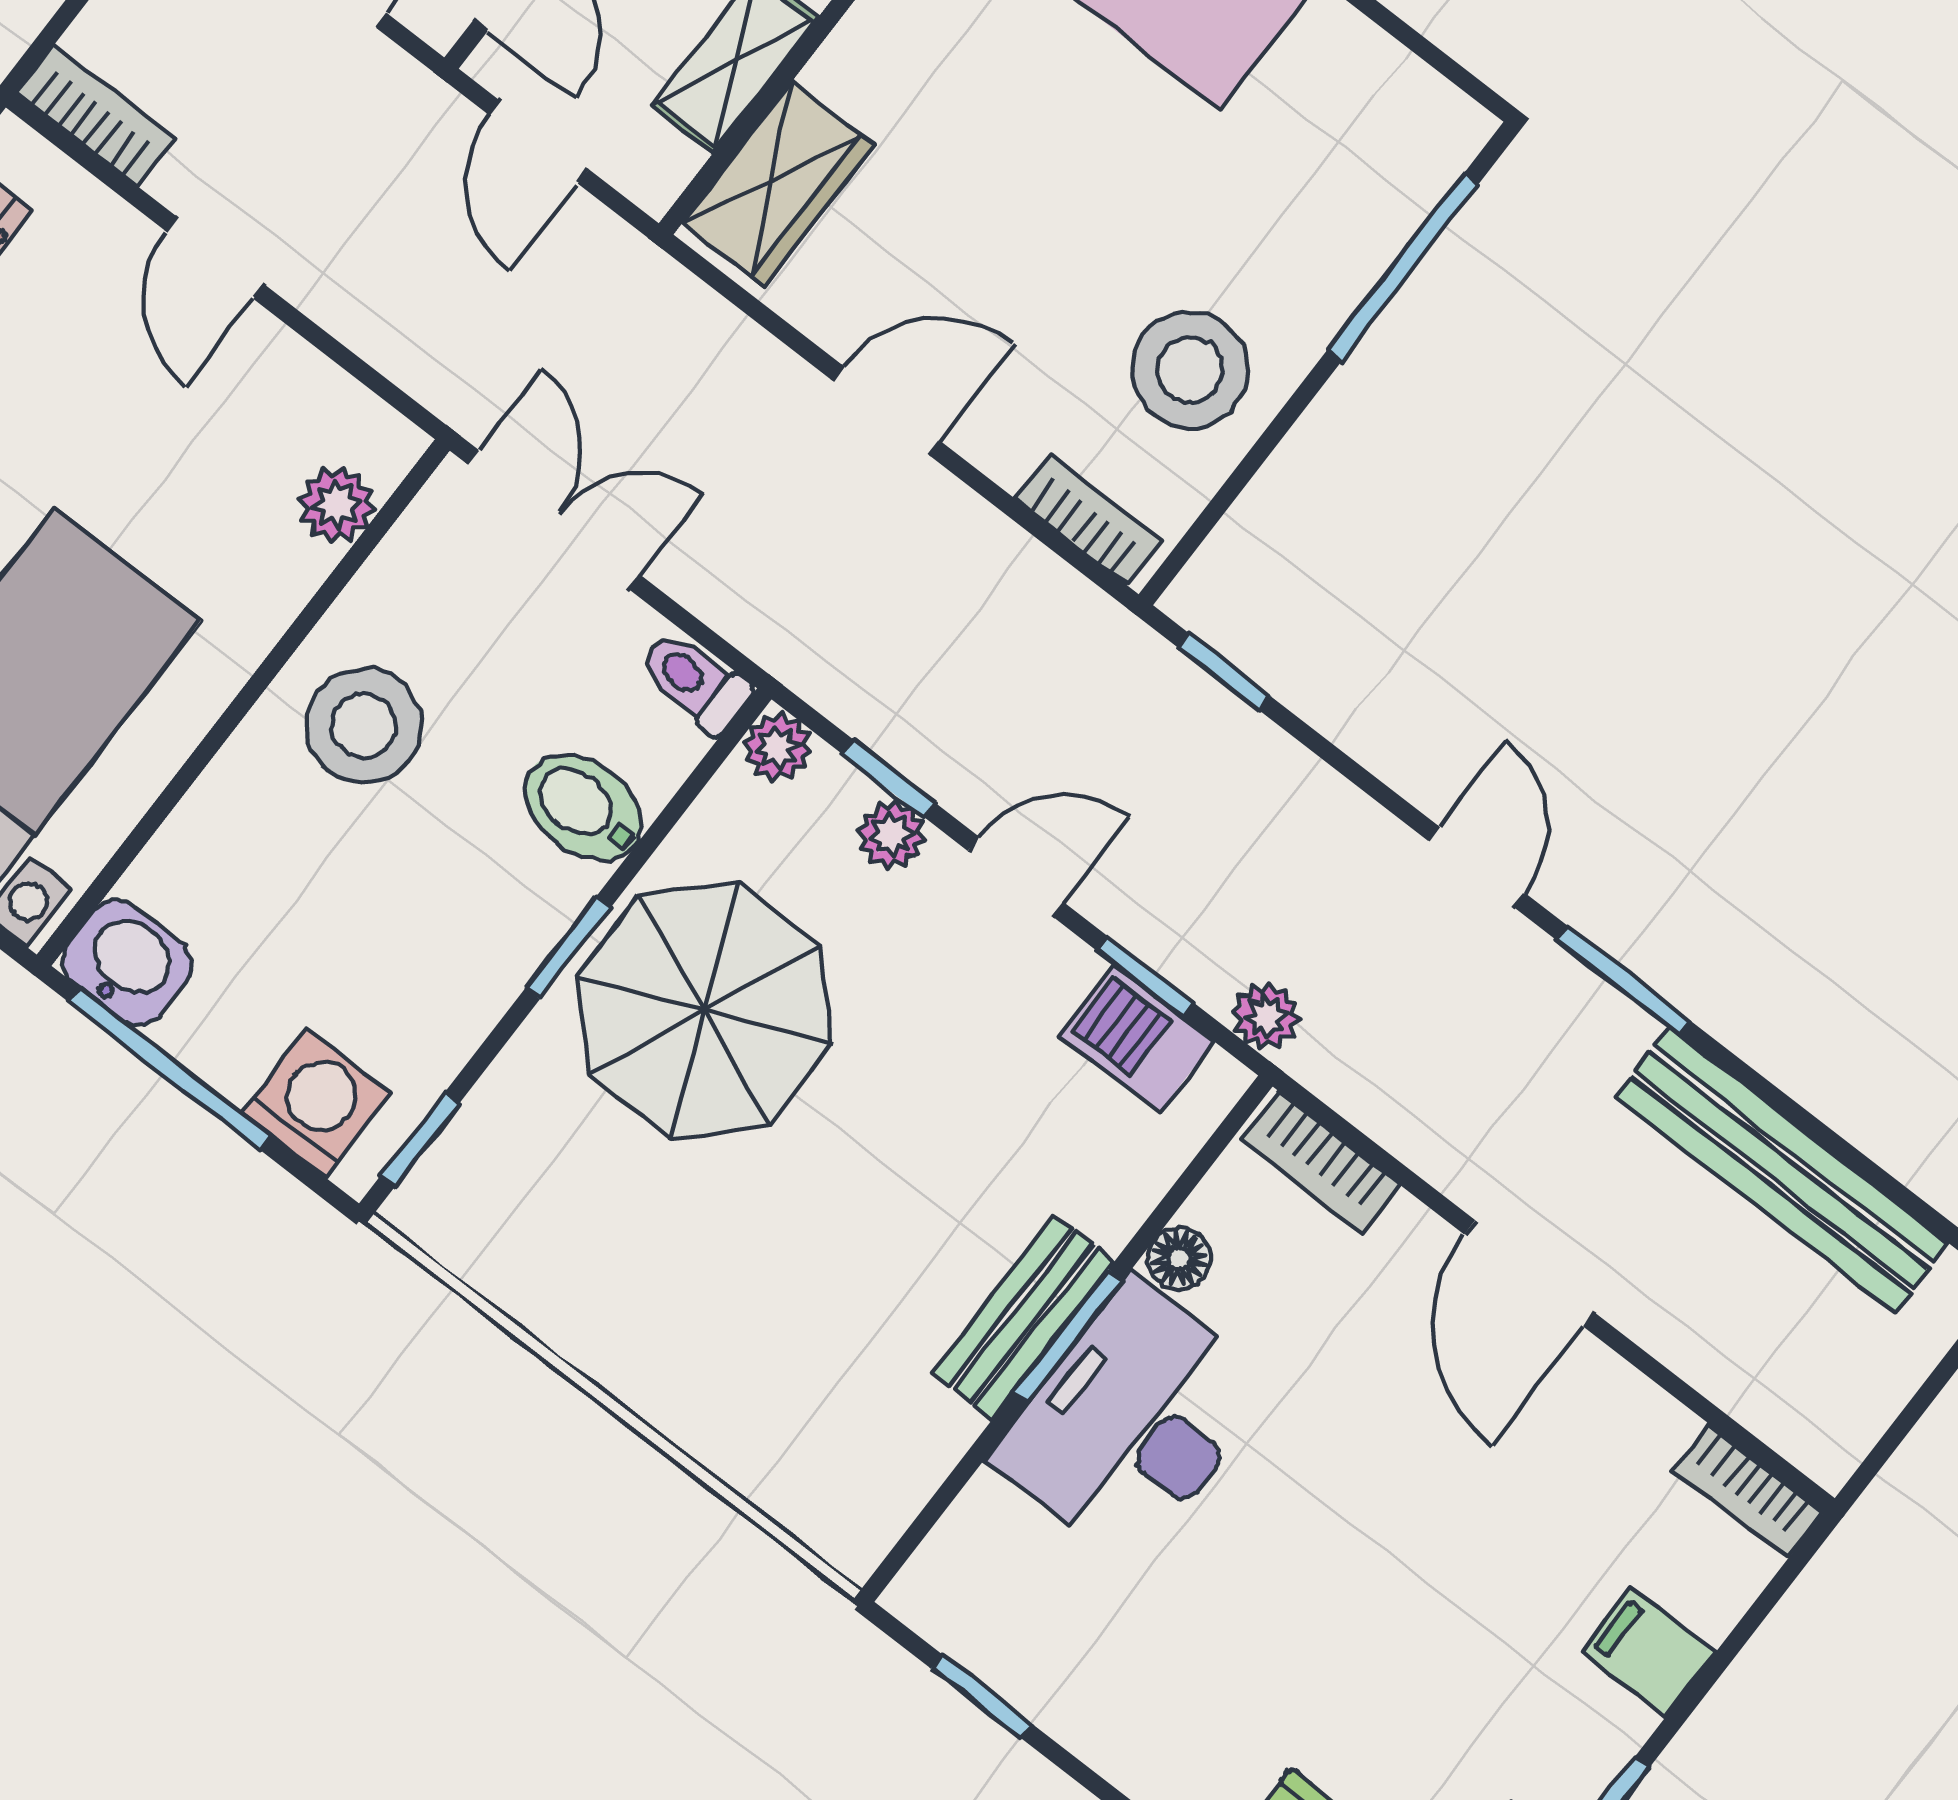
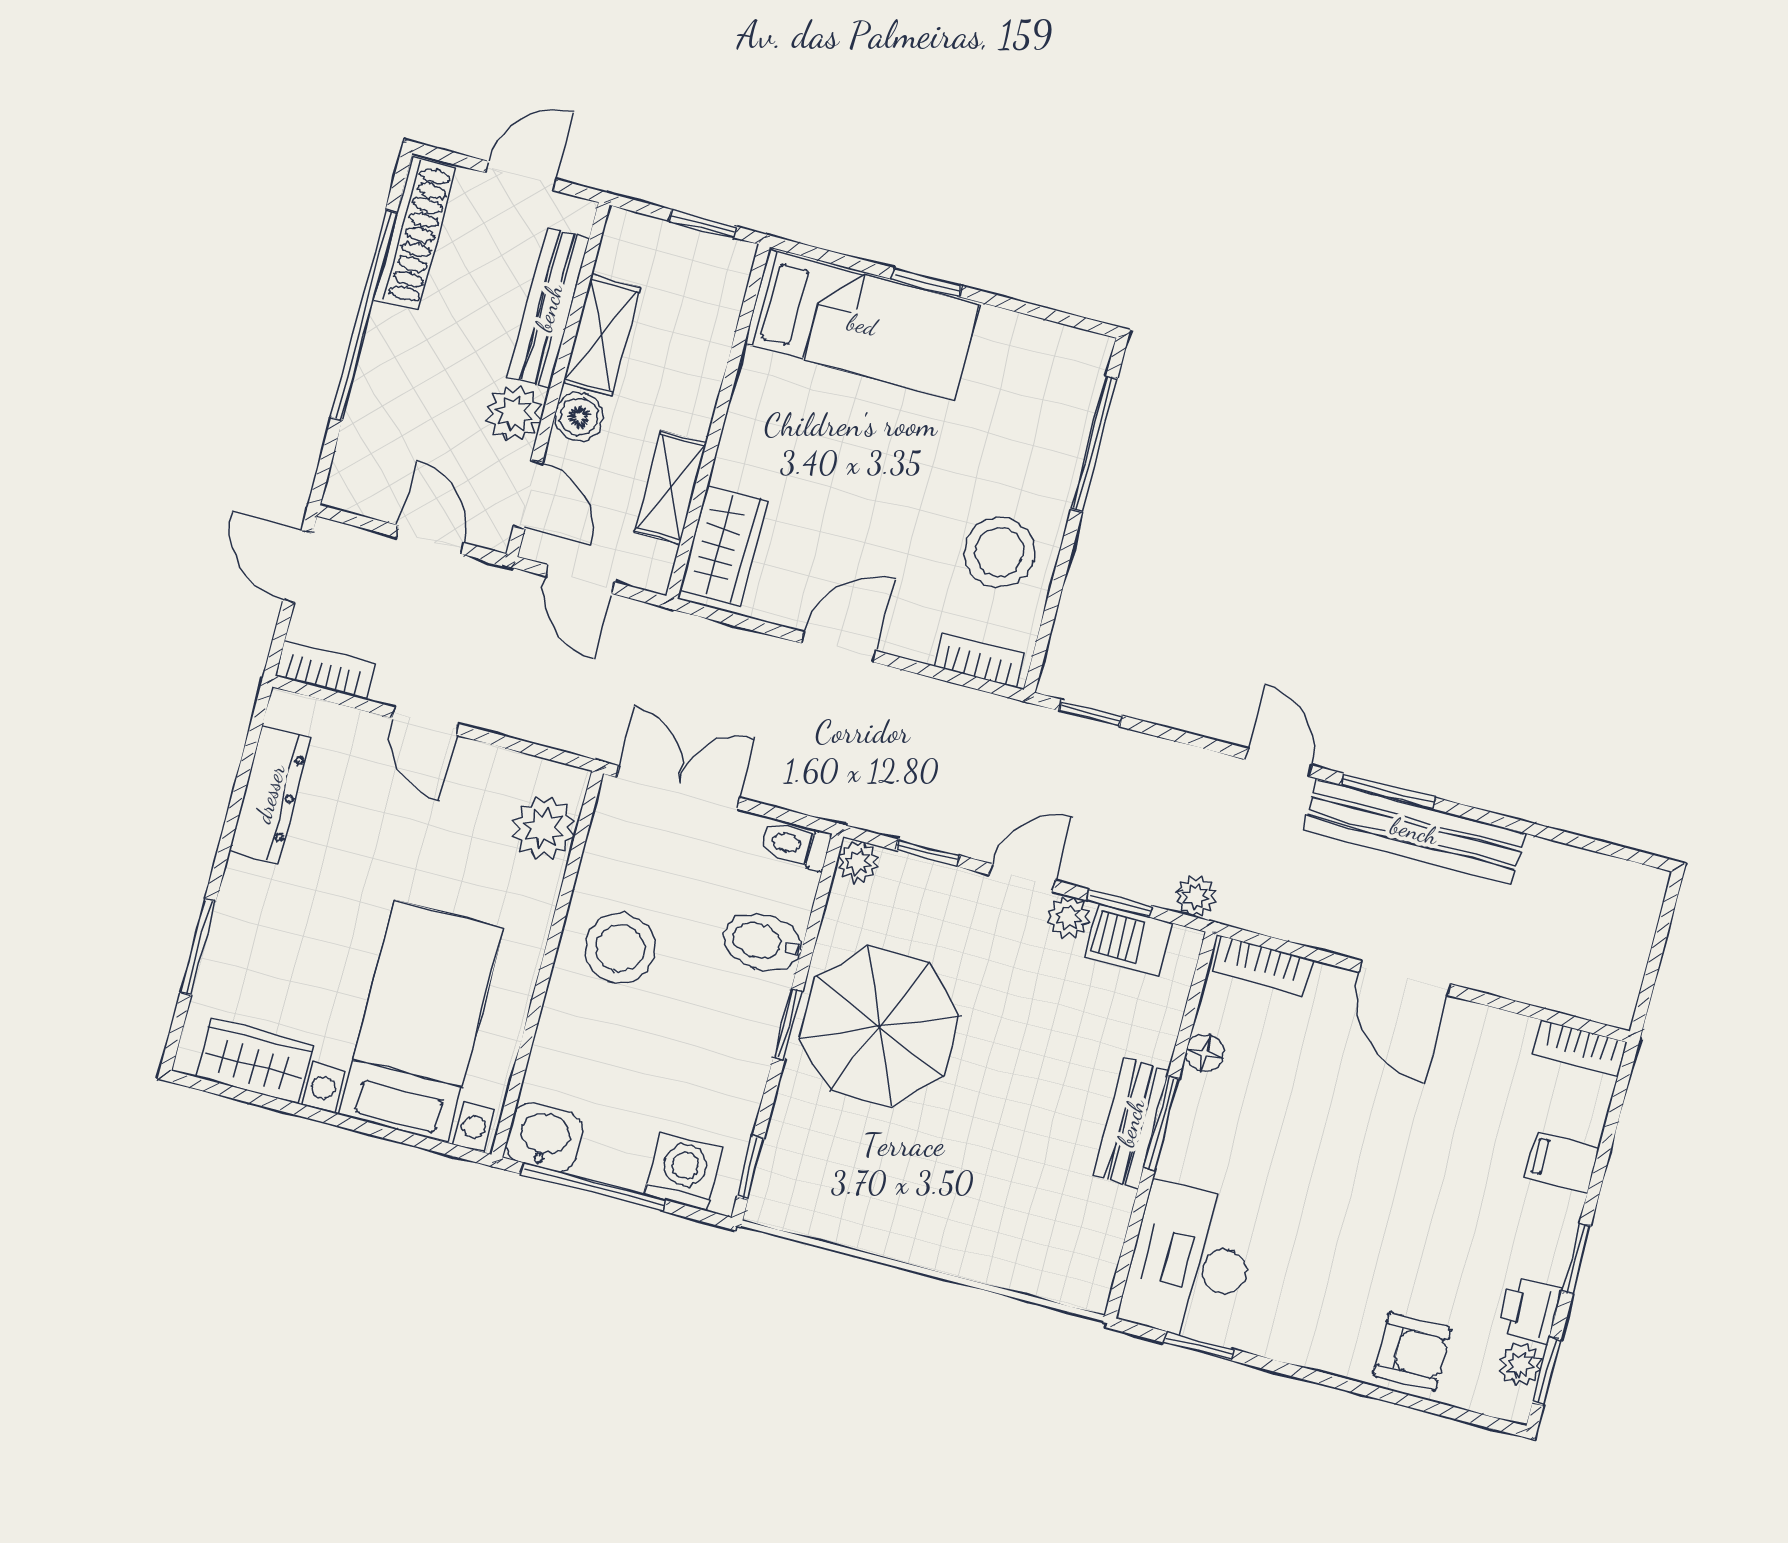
plant: (337, 504) -> (544, 828), width x1.38, depth x1.38
plant: (891, 835) -> (1069, 917), moved
bench: (1782, 1170) -> (1414, 831), moved
desk: (1132, 1422) -> (1190, 1262), moved

